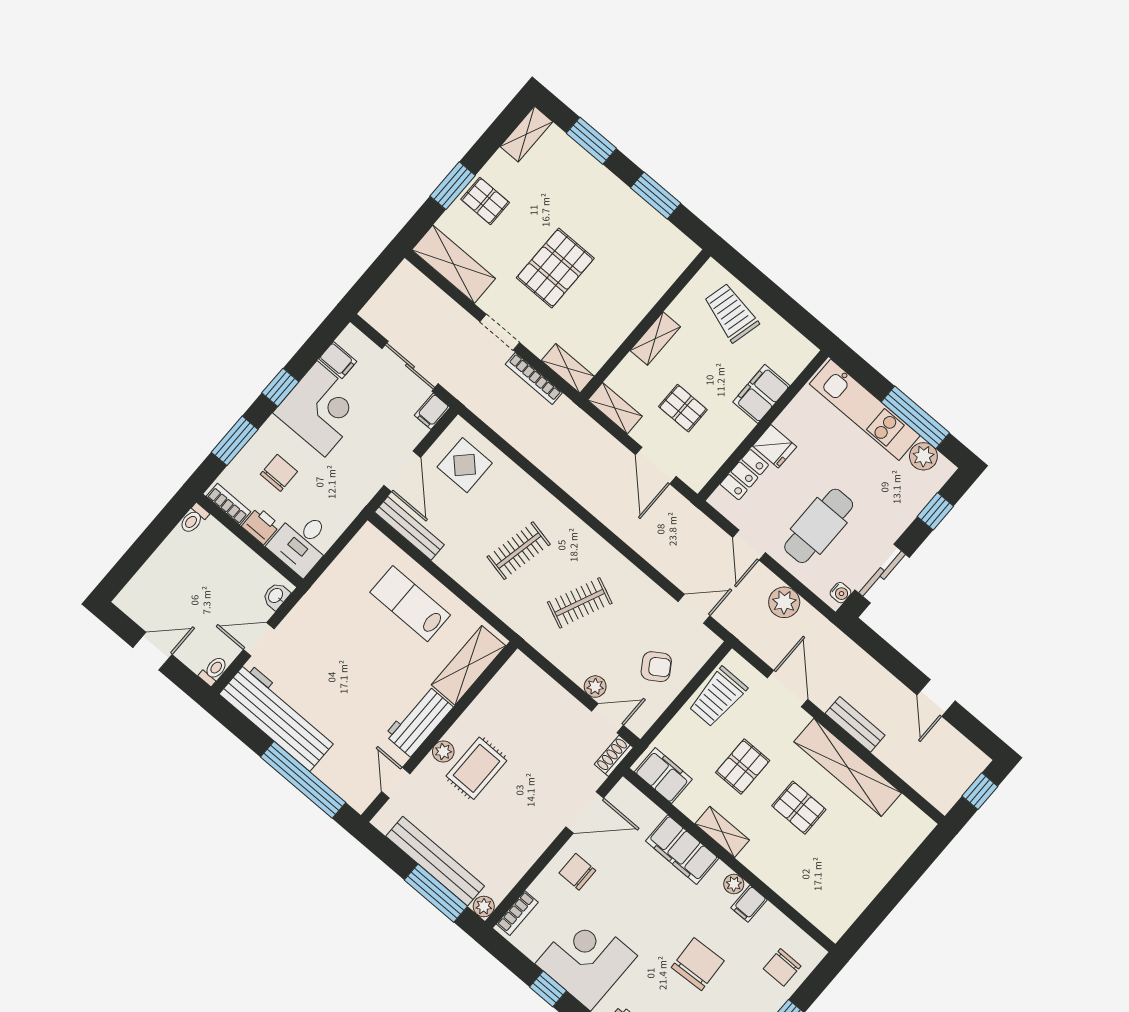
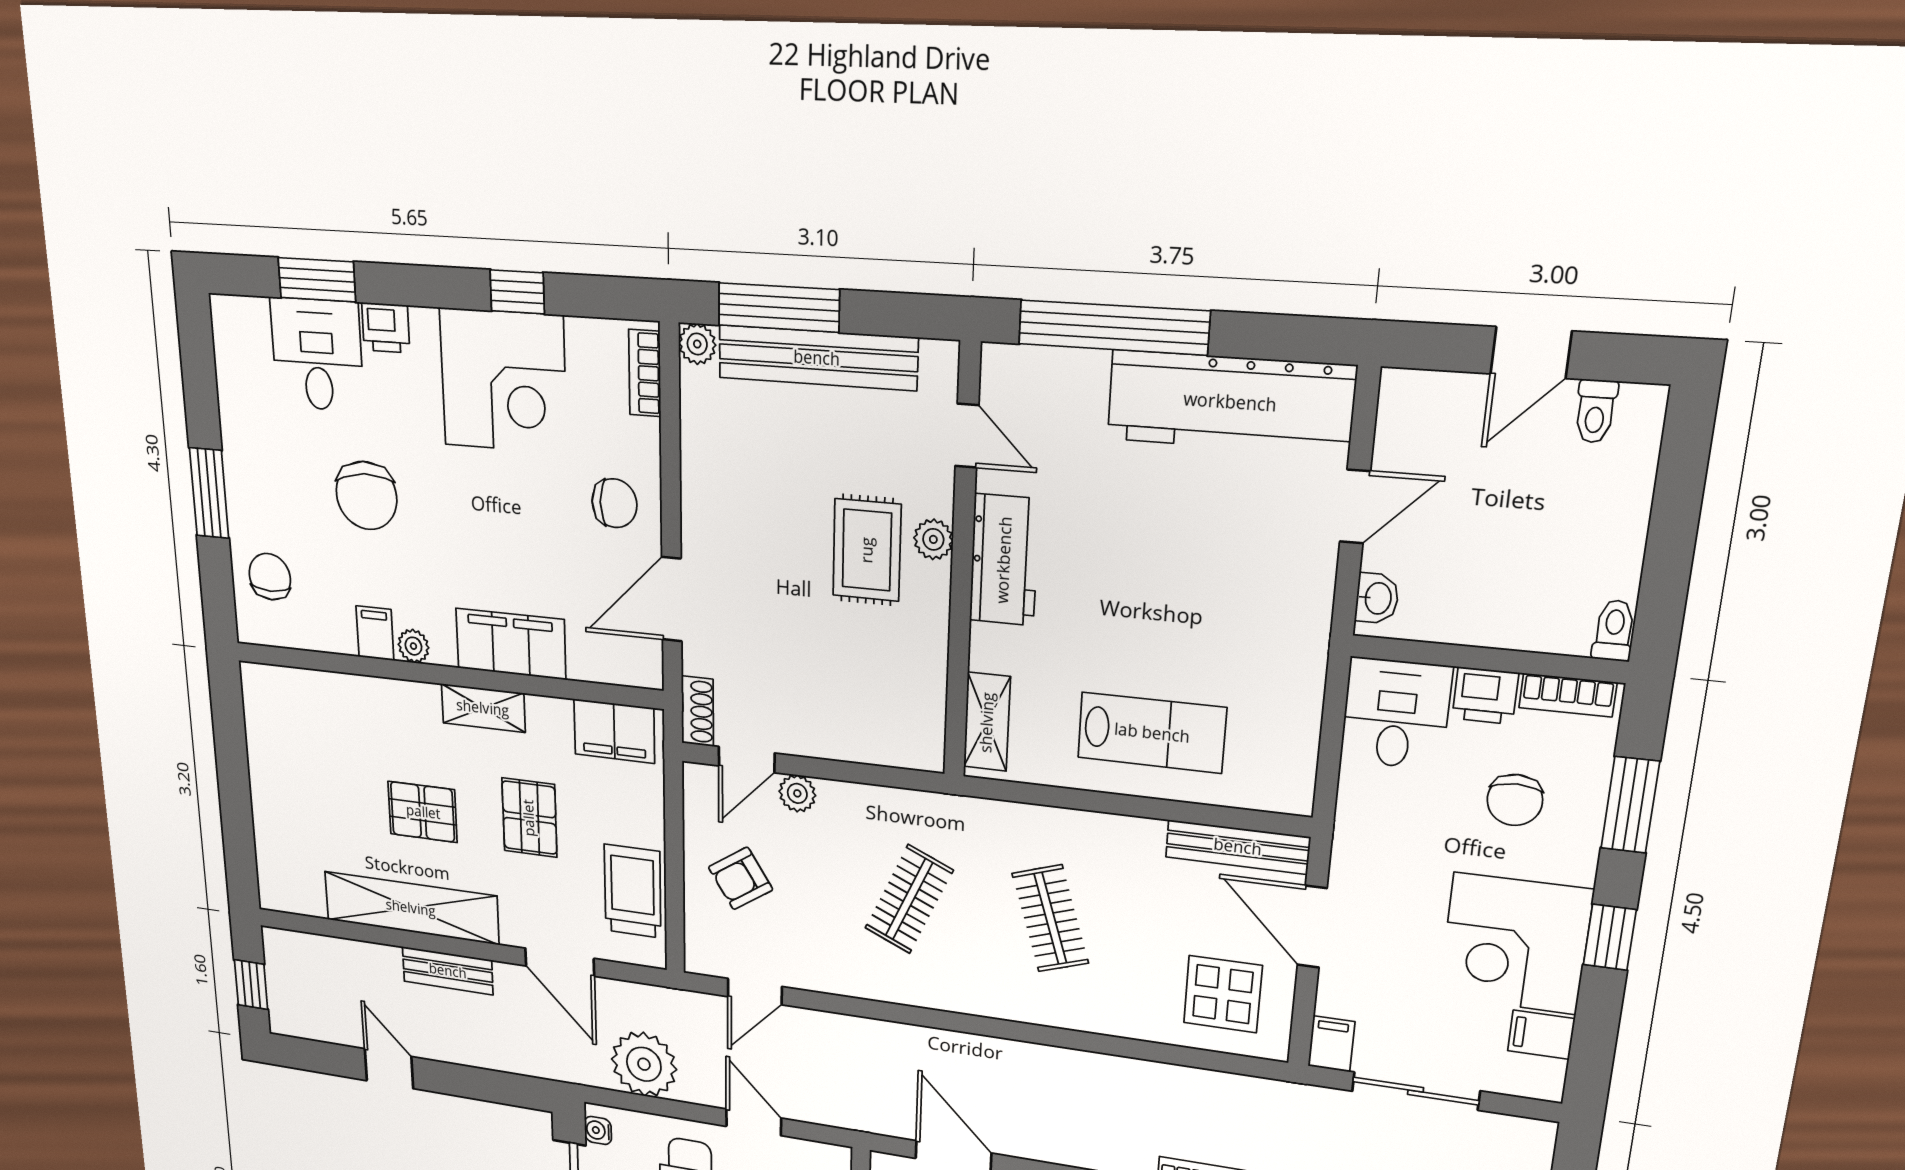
clothes rail: (519, 551) -> (1050, 918), turned -30
plant: (784, 602) -> (644, 1064), width x1.36, depth x1.36
shelving: (468, 665) -> (987, 722), width x0.67, depth x0.75
toilet: (214, 671) -> (1595, 411), moved

